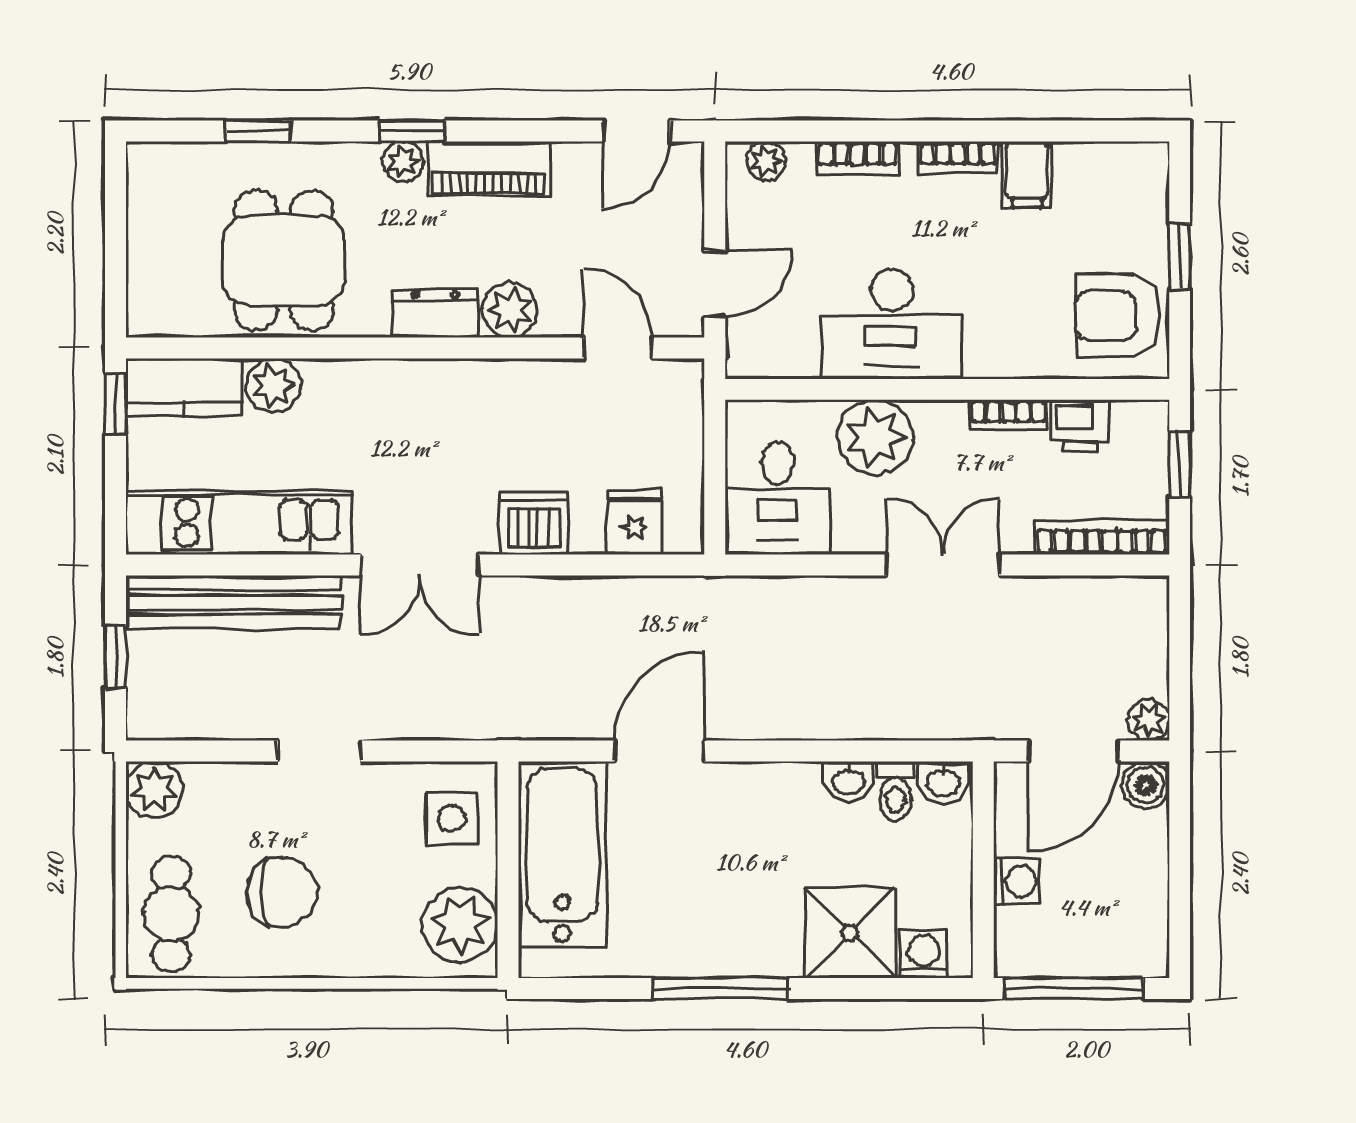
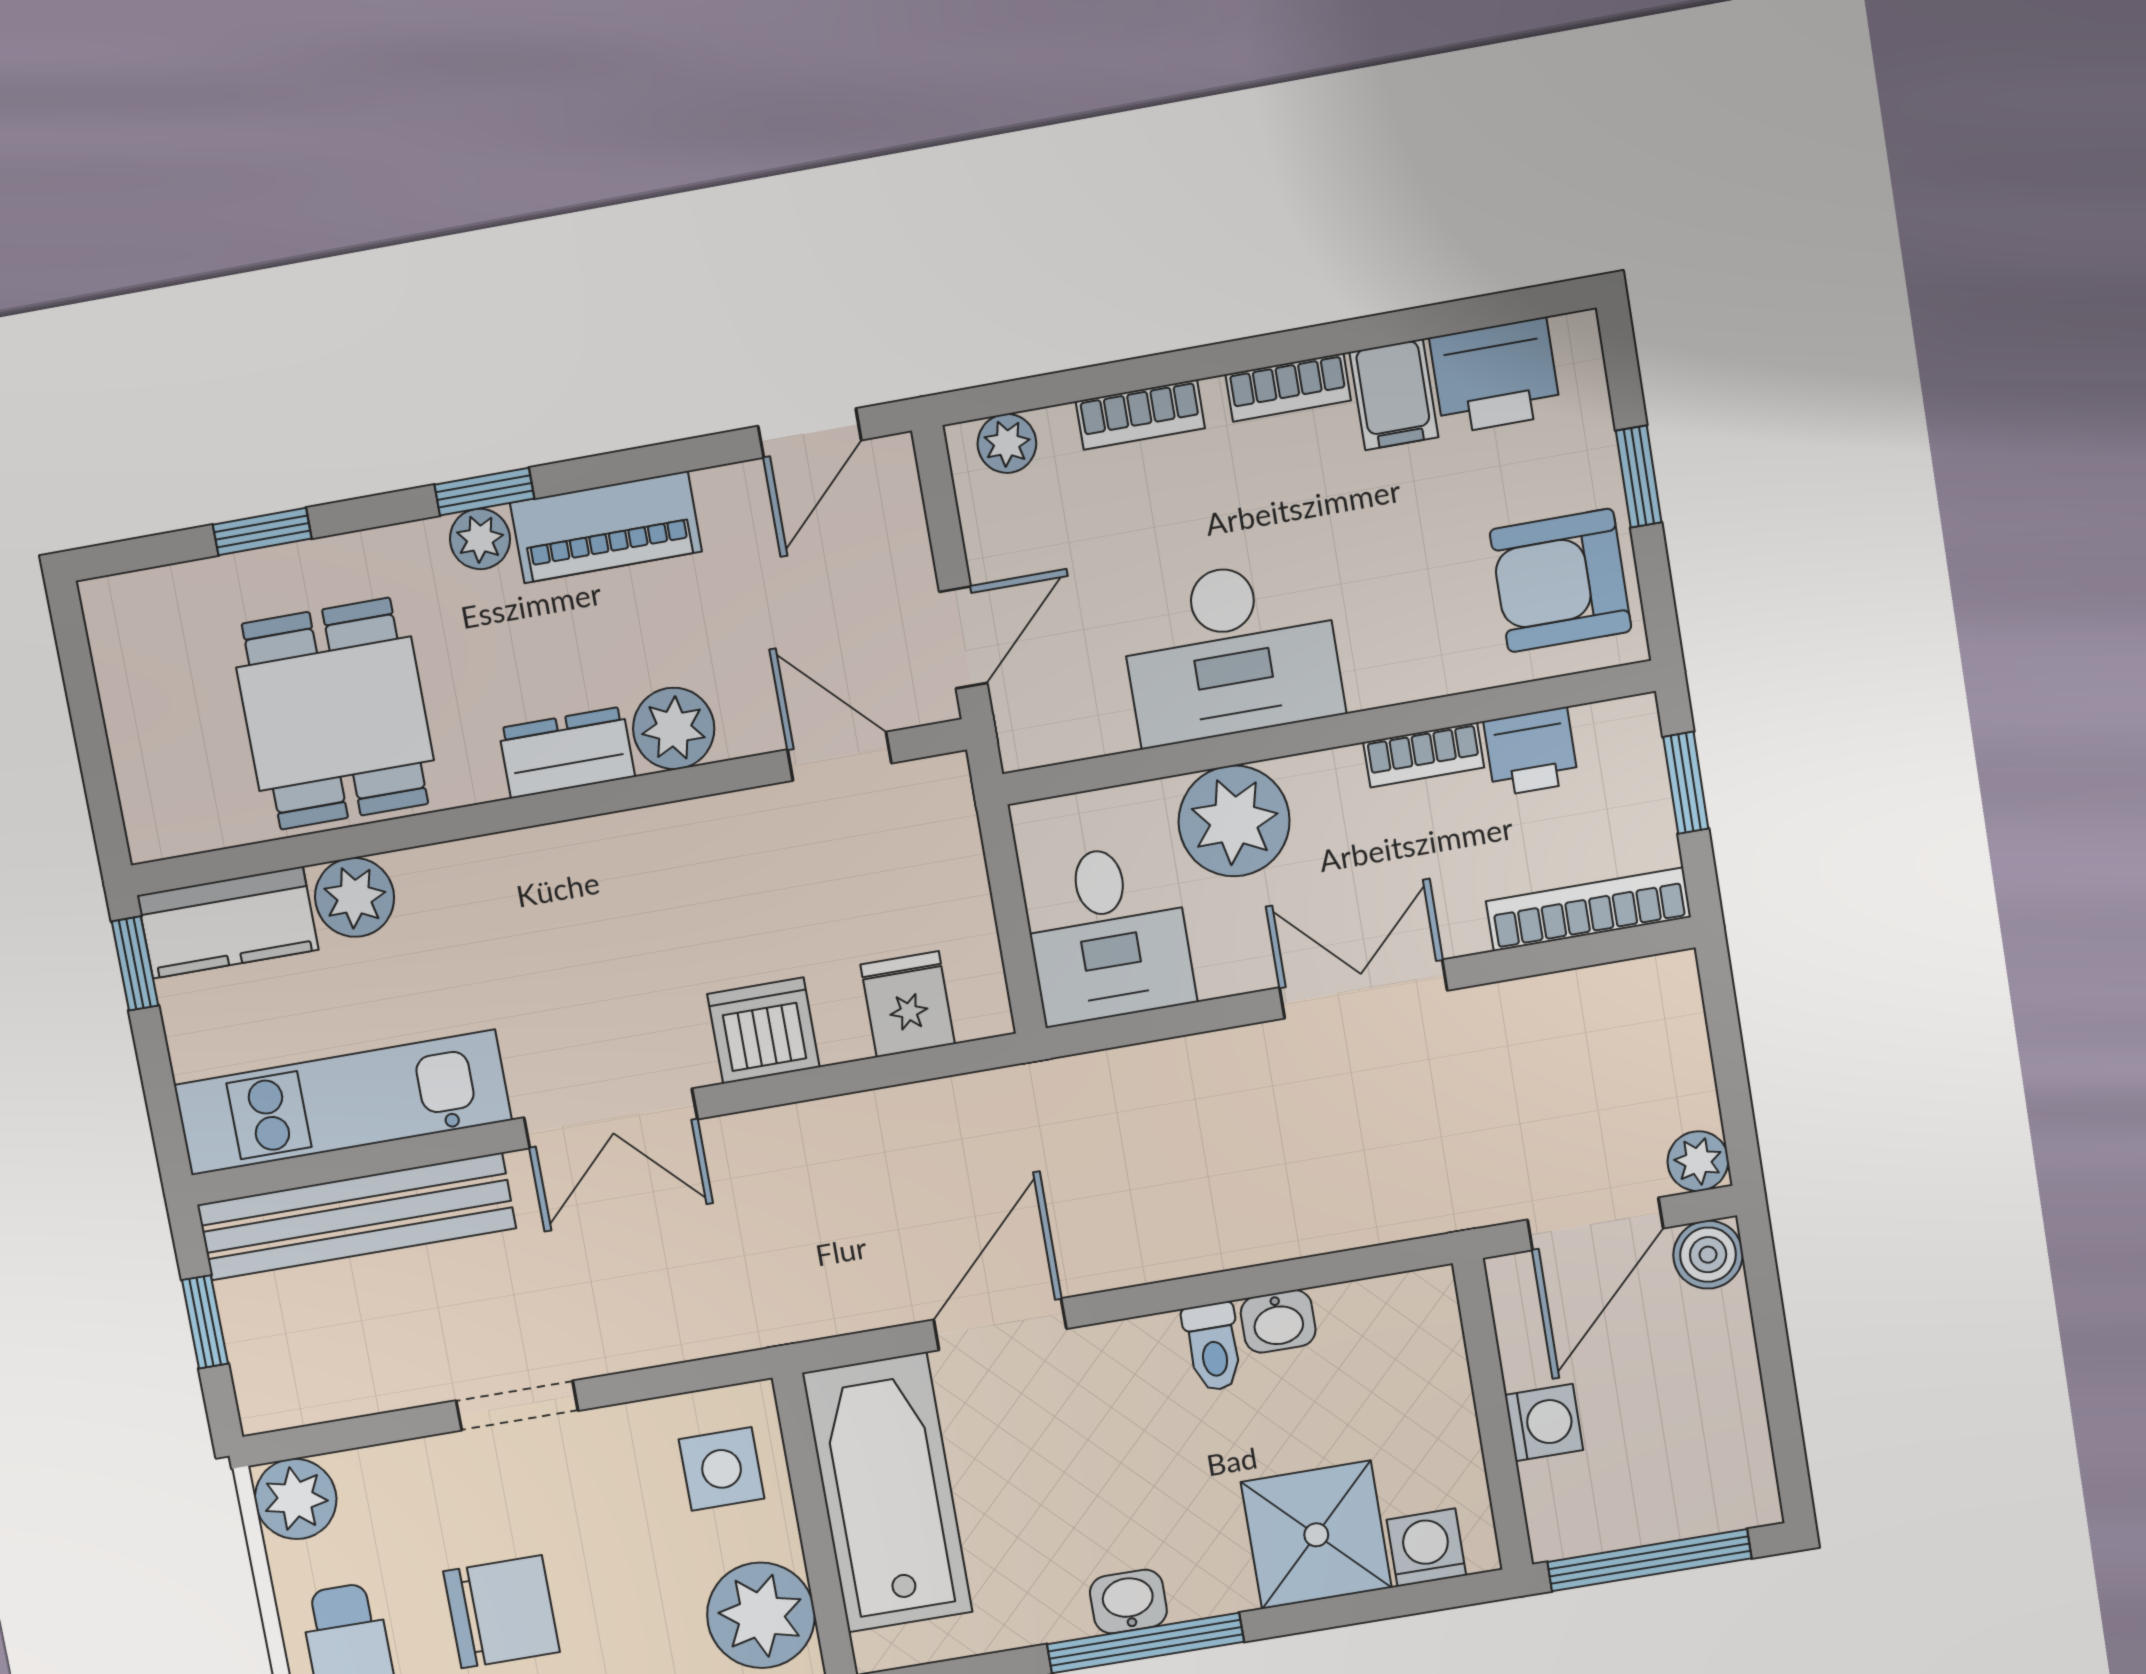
printer: (1096, 174) -> (1495, 376), added
washbasin: (943, 782) -> (1128, 1602), moved, turned 180
toilet: (895, 791) -> (1213, 1347), moved

